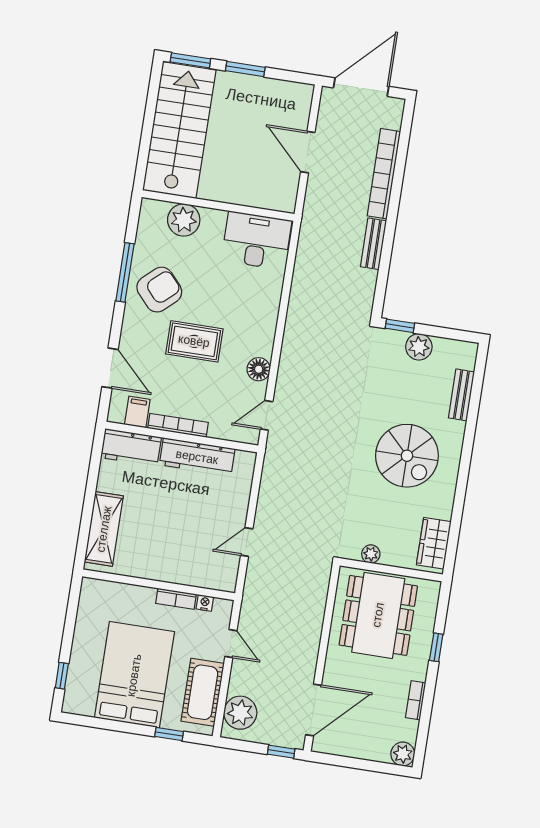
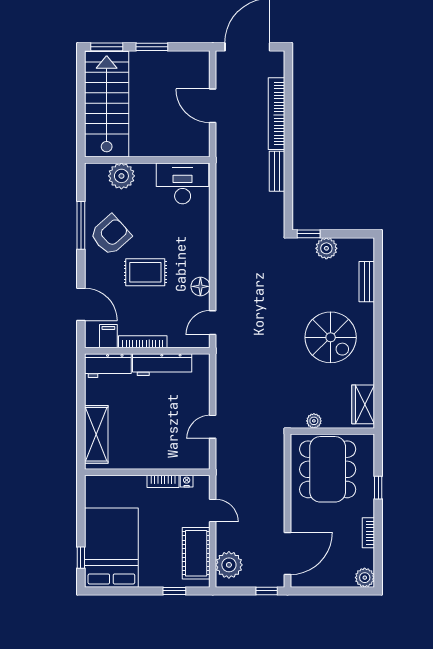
bed: (134, 675) -> (111, 548), moved

